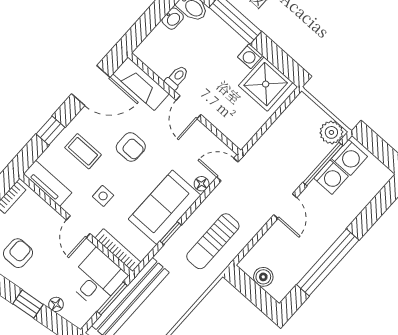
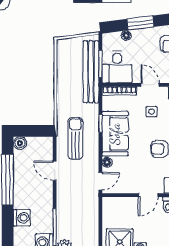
door: (188, 107) -> (148, 195), swing flipped
washing machine: (331, 177) -> (22, 218), moved, turned 180
door: (285, 206) -> (55, 171), moved
boiler: (263, 277) -> (20, 143), moved
window: (28, 304) -> (140, 23), width x1.50

